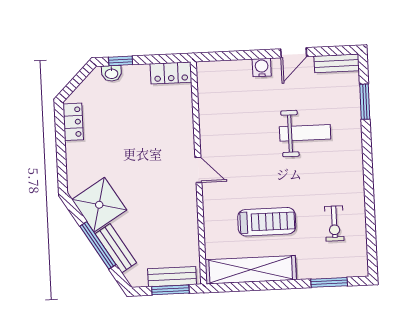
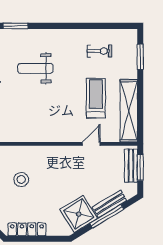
stool: (145, 120) -> (21, 180), added
locker: (73, 122) -> (27, 229), width x1.53
weight bench: (305, 133) -> (35, 68), turned -90
door: (198, 170) -> (91, 144), moved

